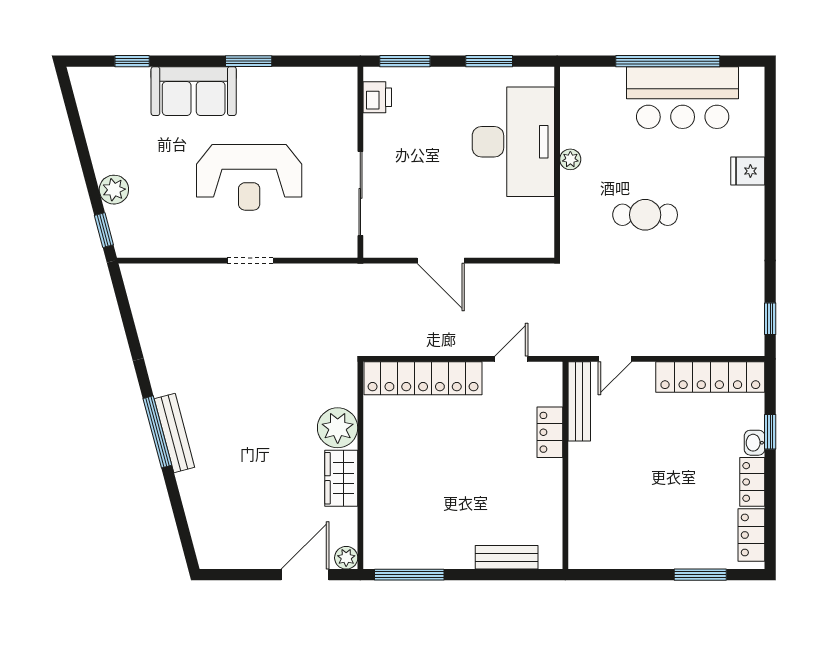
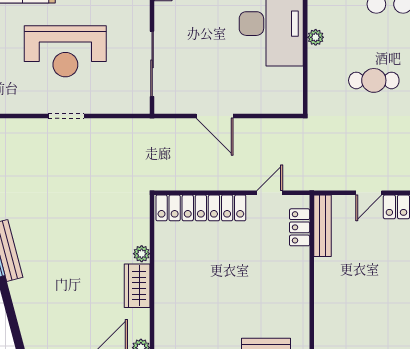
door: (615, 359) -> (369, 193), moved
plant: (338, 428) -> (142, 254), width x0.53, depth x0.53
locker: (550, 432) -> (300, 227), moved

